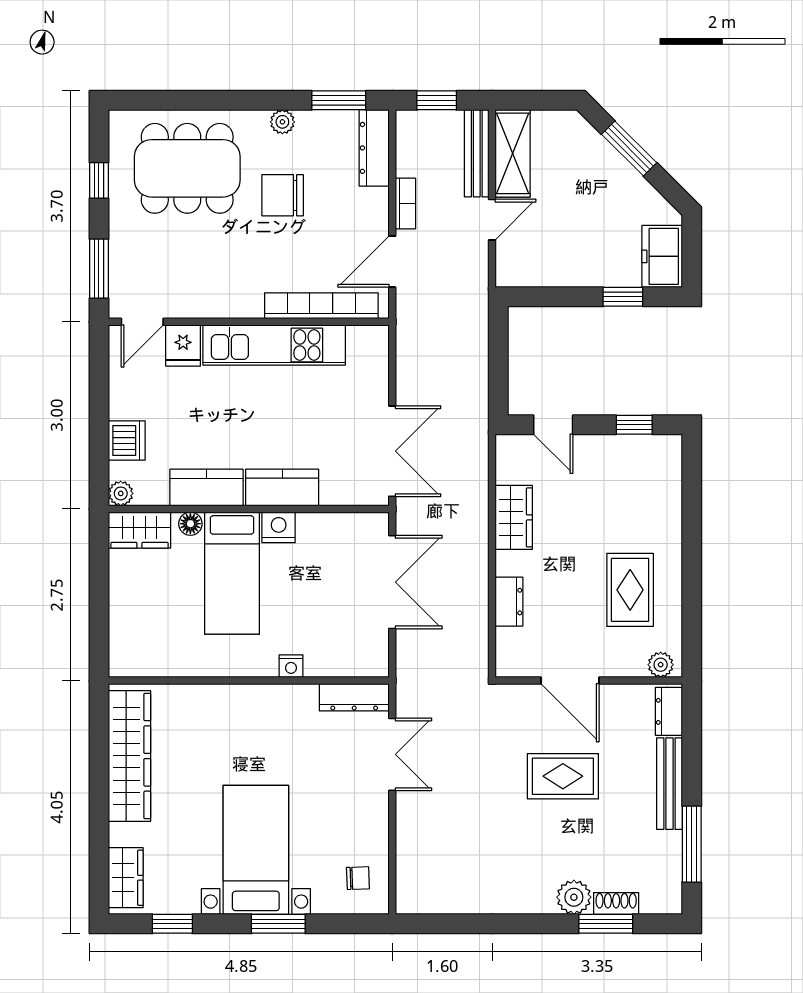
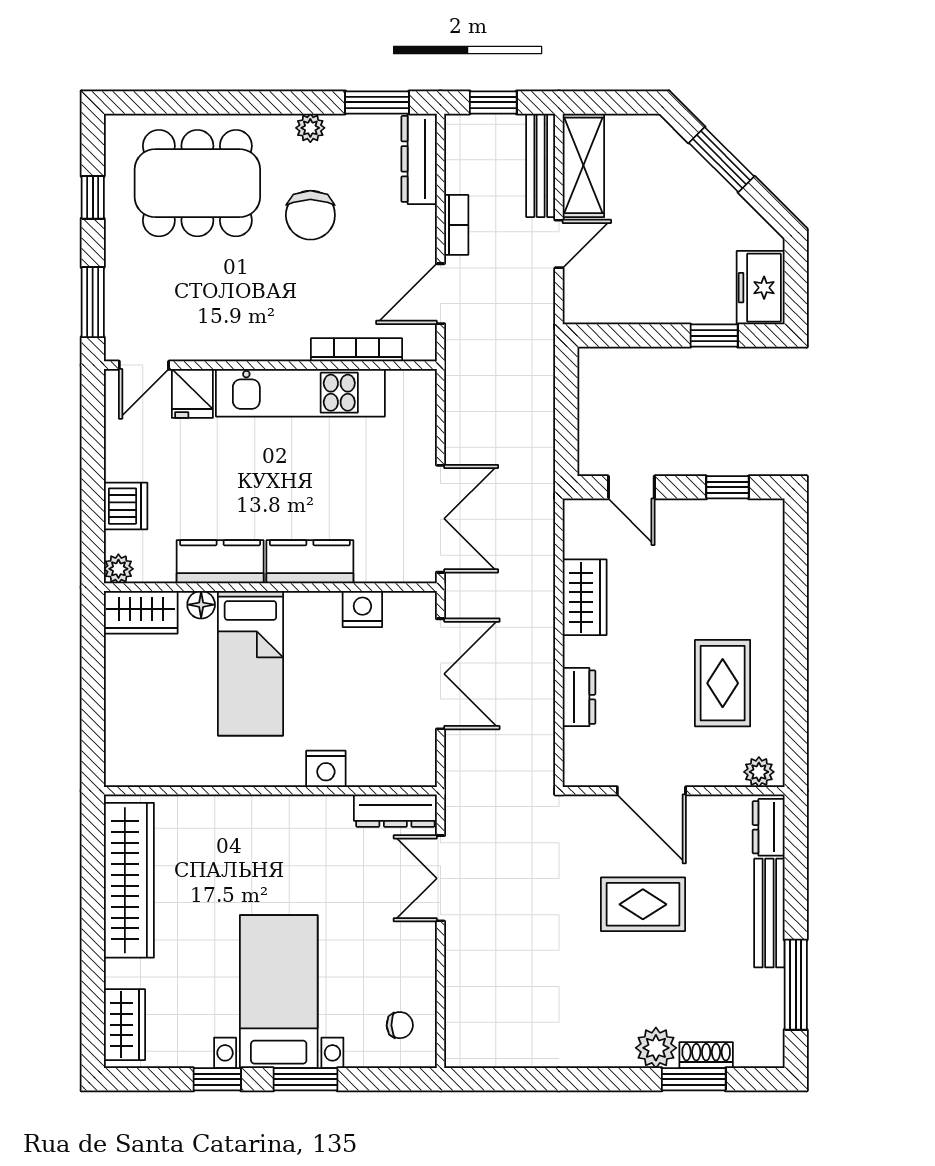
chair: (283, 195) -> (310, 215), turned -90
bookcase: (321, 306) -> (356, 350), width x0.68, depth x0.76
nightstand: (279, 527) -> (362, 609), moved
nightstand: (291, 666) -> (326, 769), width x1.39, depth x1.35
double door: (392, 754) -> (440, 878), swing flipped
window: (172, 924) -> (217, 1079), moved

